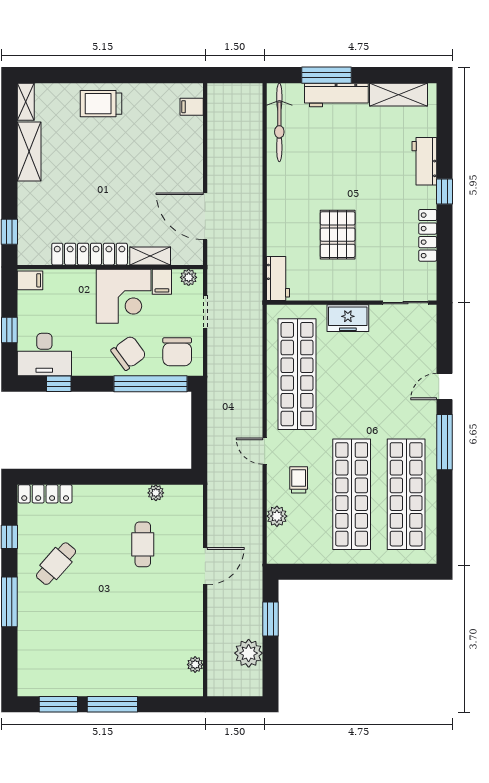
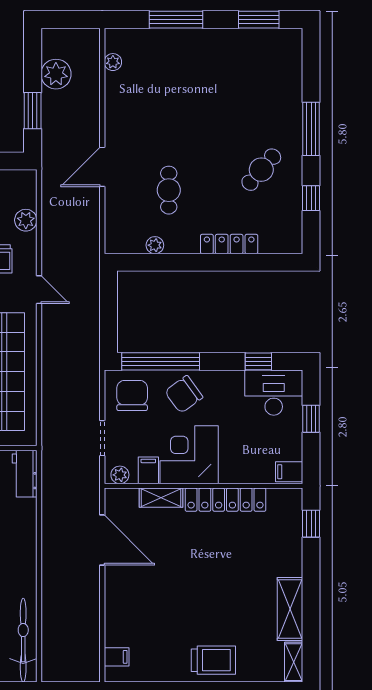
locker: (45, 494) -> (229, 244), moved
window: (112, 704) -> (176, 20), moved

